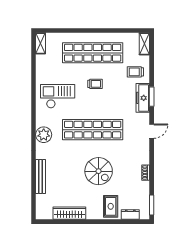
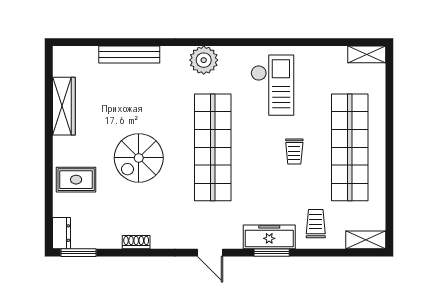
dresser: (130, 214) -> (61, 233), moved

